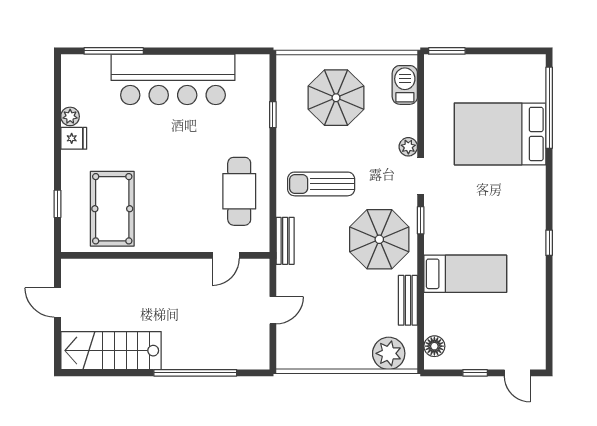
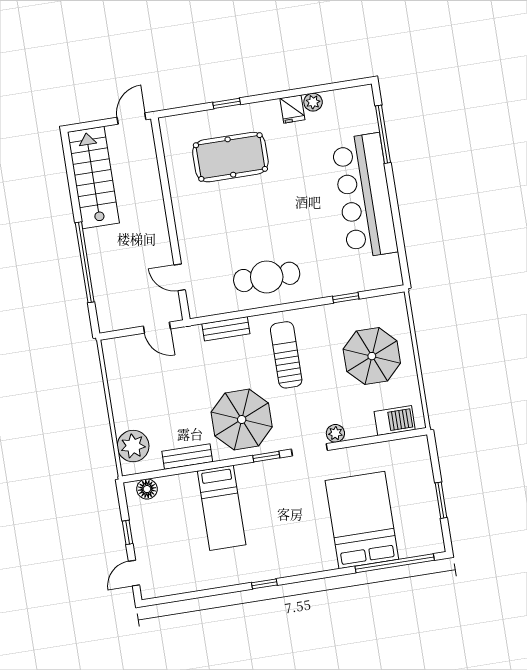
window: (447, 51) -> (441, 500), moved
wall: (165, 255) -> (170, 219), moved
door: (226, 255) -> (180, 277), moved

